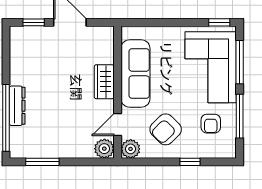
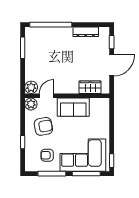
sofa: (135, 74) -> (73, 107), width x0.73
wardrobe: (104, 82) -> (90, 87), moved
dresser: (17, 106) -> (86, 32), moved
door: (118, 124) -> (47, 96), hinge flipped
armchair: (166, 129) -> (43, 126), turned 125

